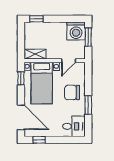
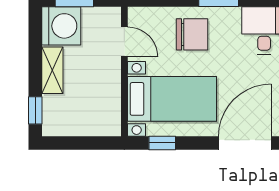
shelving: (35, 54) -> (52, 70), moved
chair: (72, 92) -> (192, 34), turned -90

